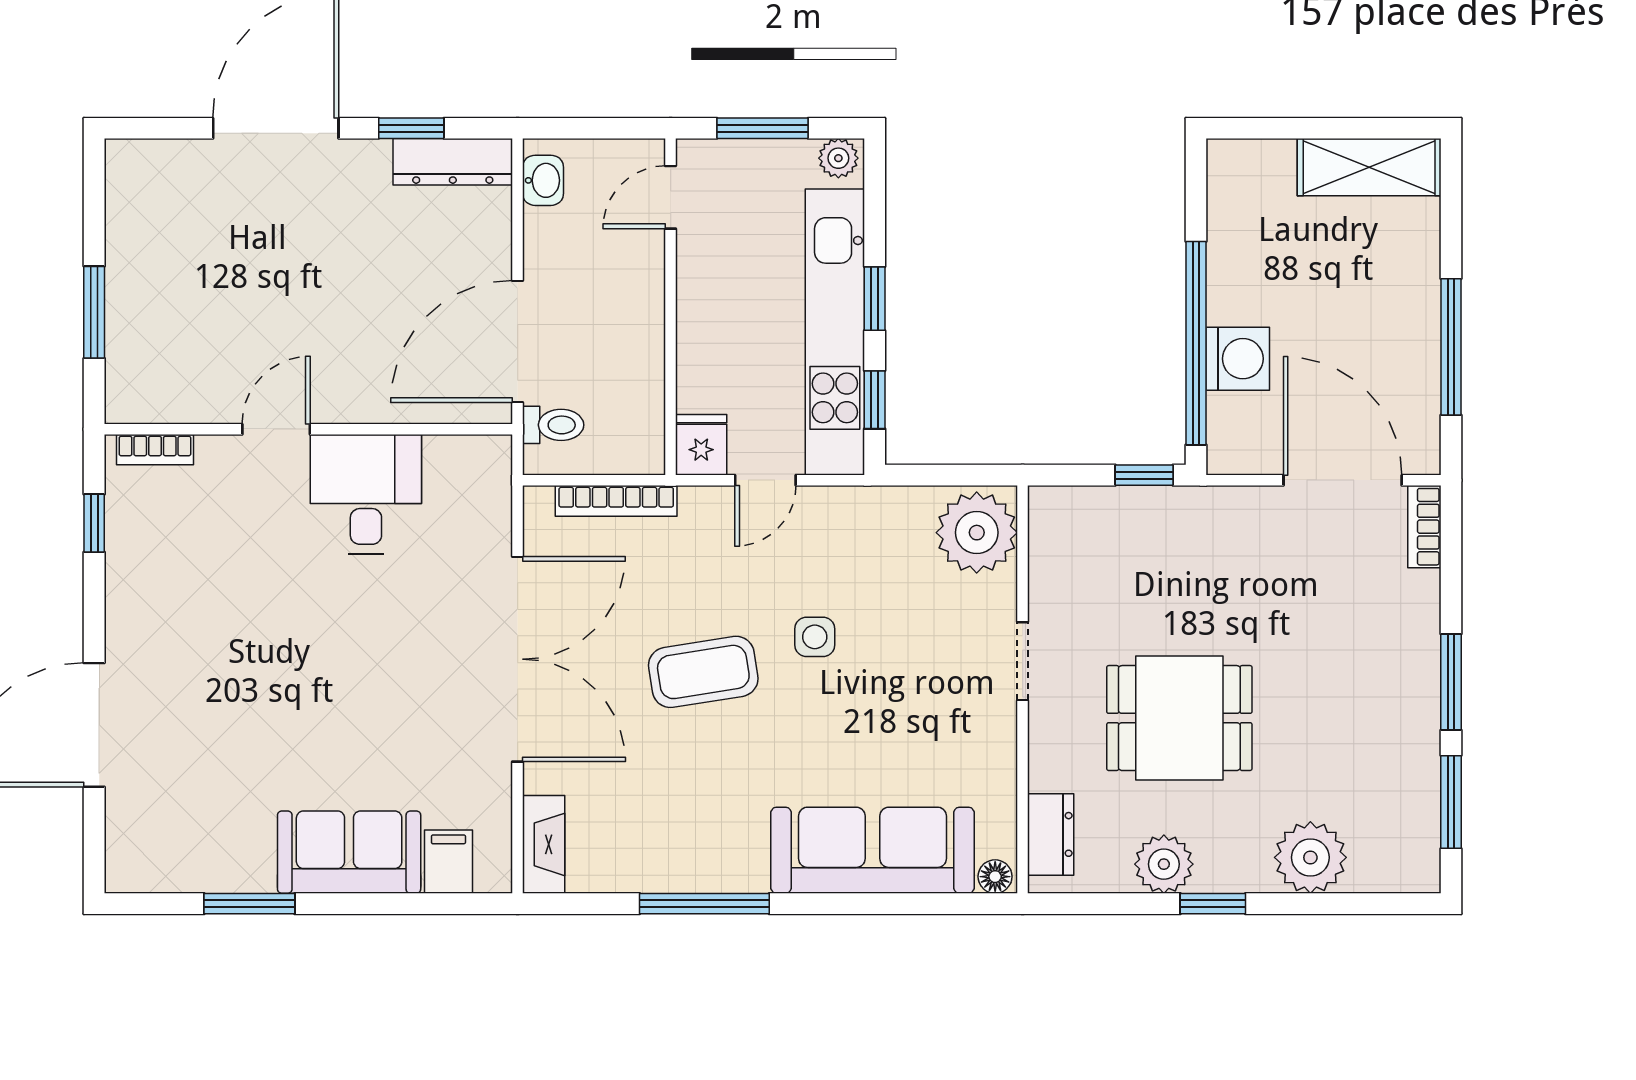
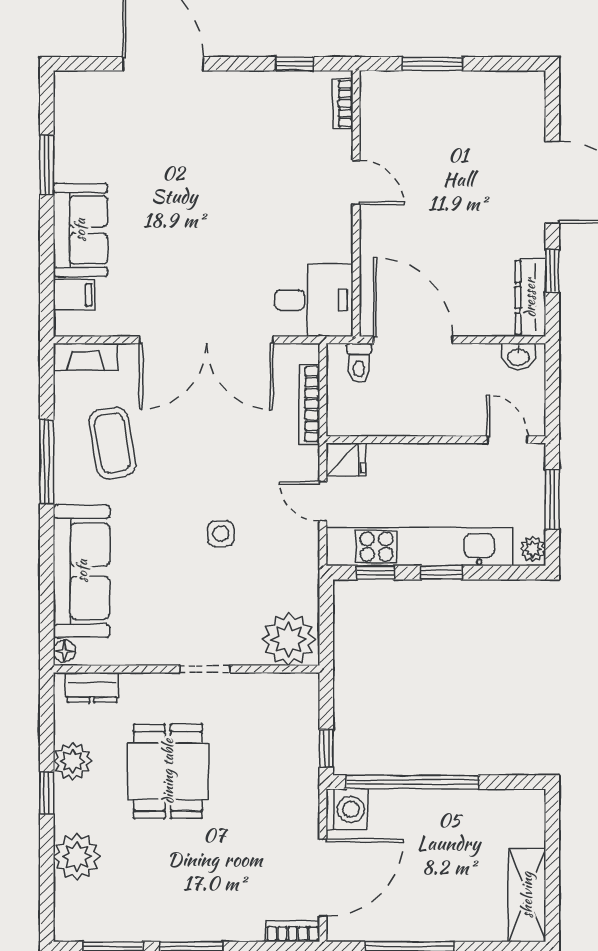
washing machine: (1238, 359) -> (347, 809), moved, turned -90
desk: (366, 494) -> (314, 300), moved
coffee table: (703, 672) -> (112, 443), moved

